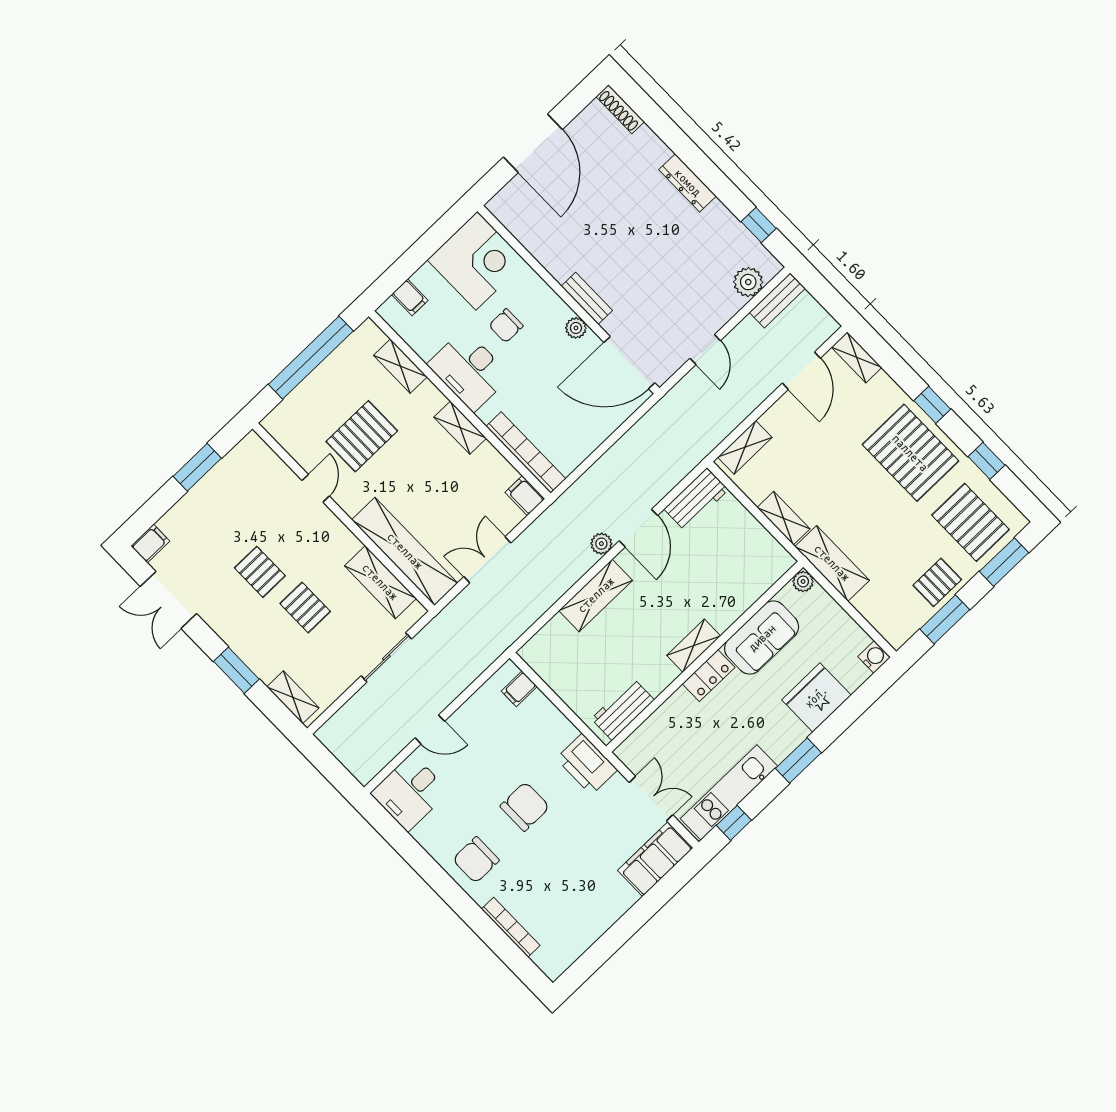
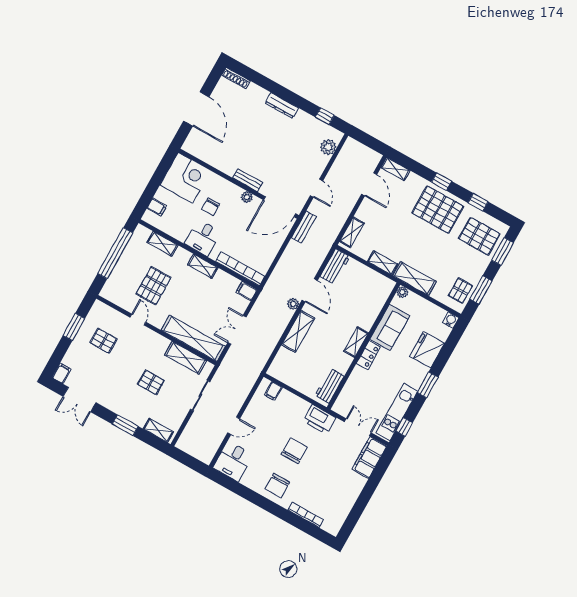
bench: (777, 300) -> (304, 227), moved
desk: (469, 370) -> (203, 238), width x0.73
pallet: (260, 572) -> (104, 341), moved
pallet: (937, 582) -> (461, 291), moved

